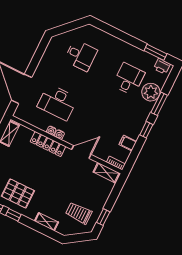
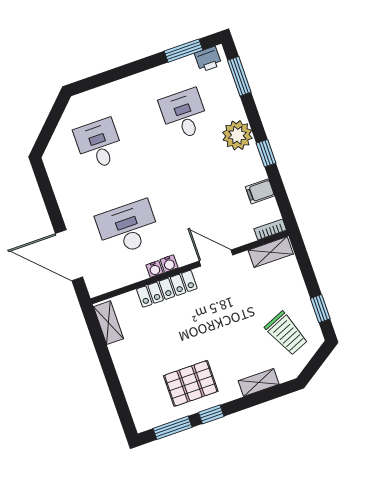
desk: (81, 55) -> (99, 144), turned -90
plant: (151, 92) -> (237, 135), moved
desk: (58, 102) -> (128, 228), turned 180
window: (159, 104) -> (239, 76), moved
door: (81, 152) -> (216, 258), hinge flipped
trolley: (79, 213) -> (286, 333), turned -113

